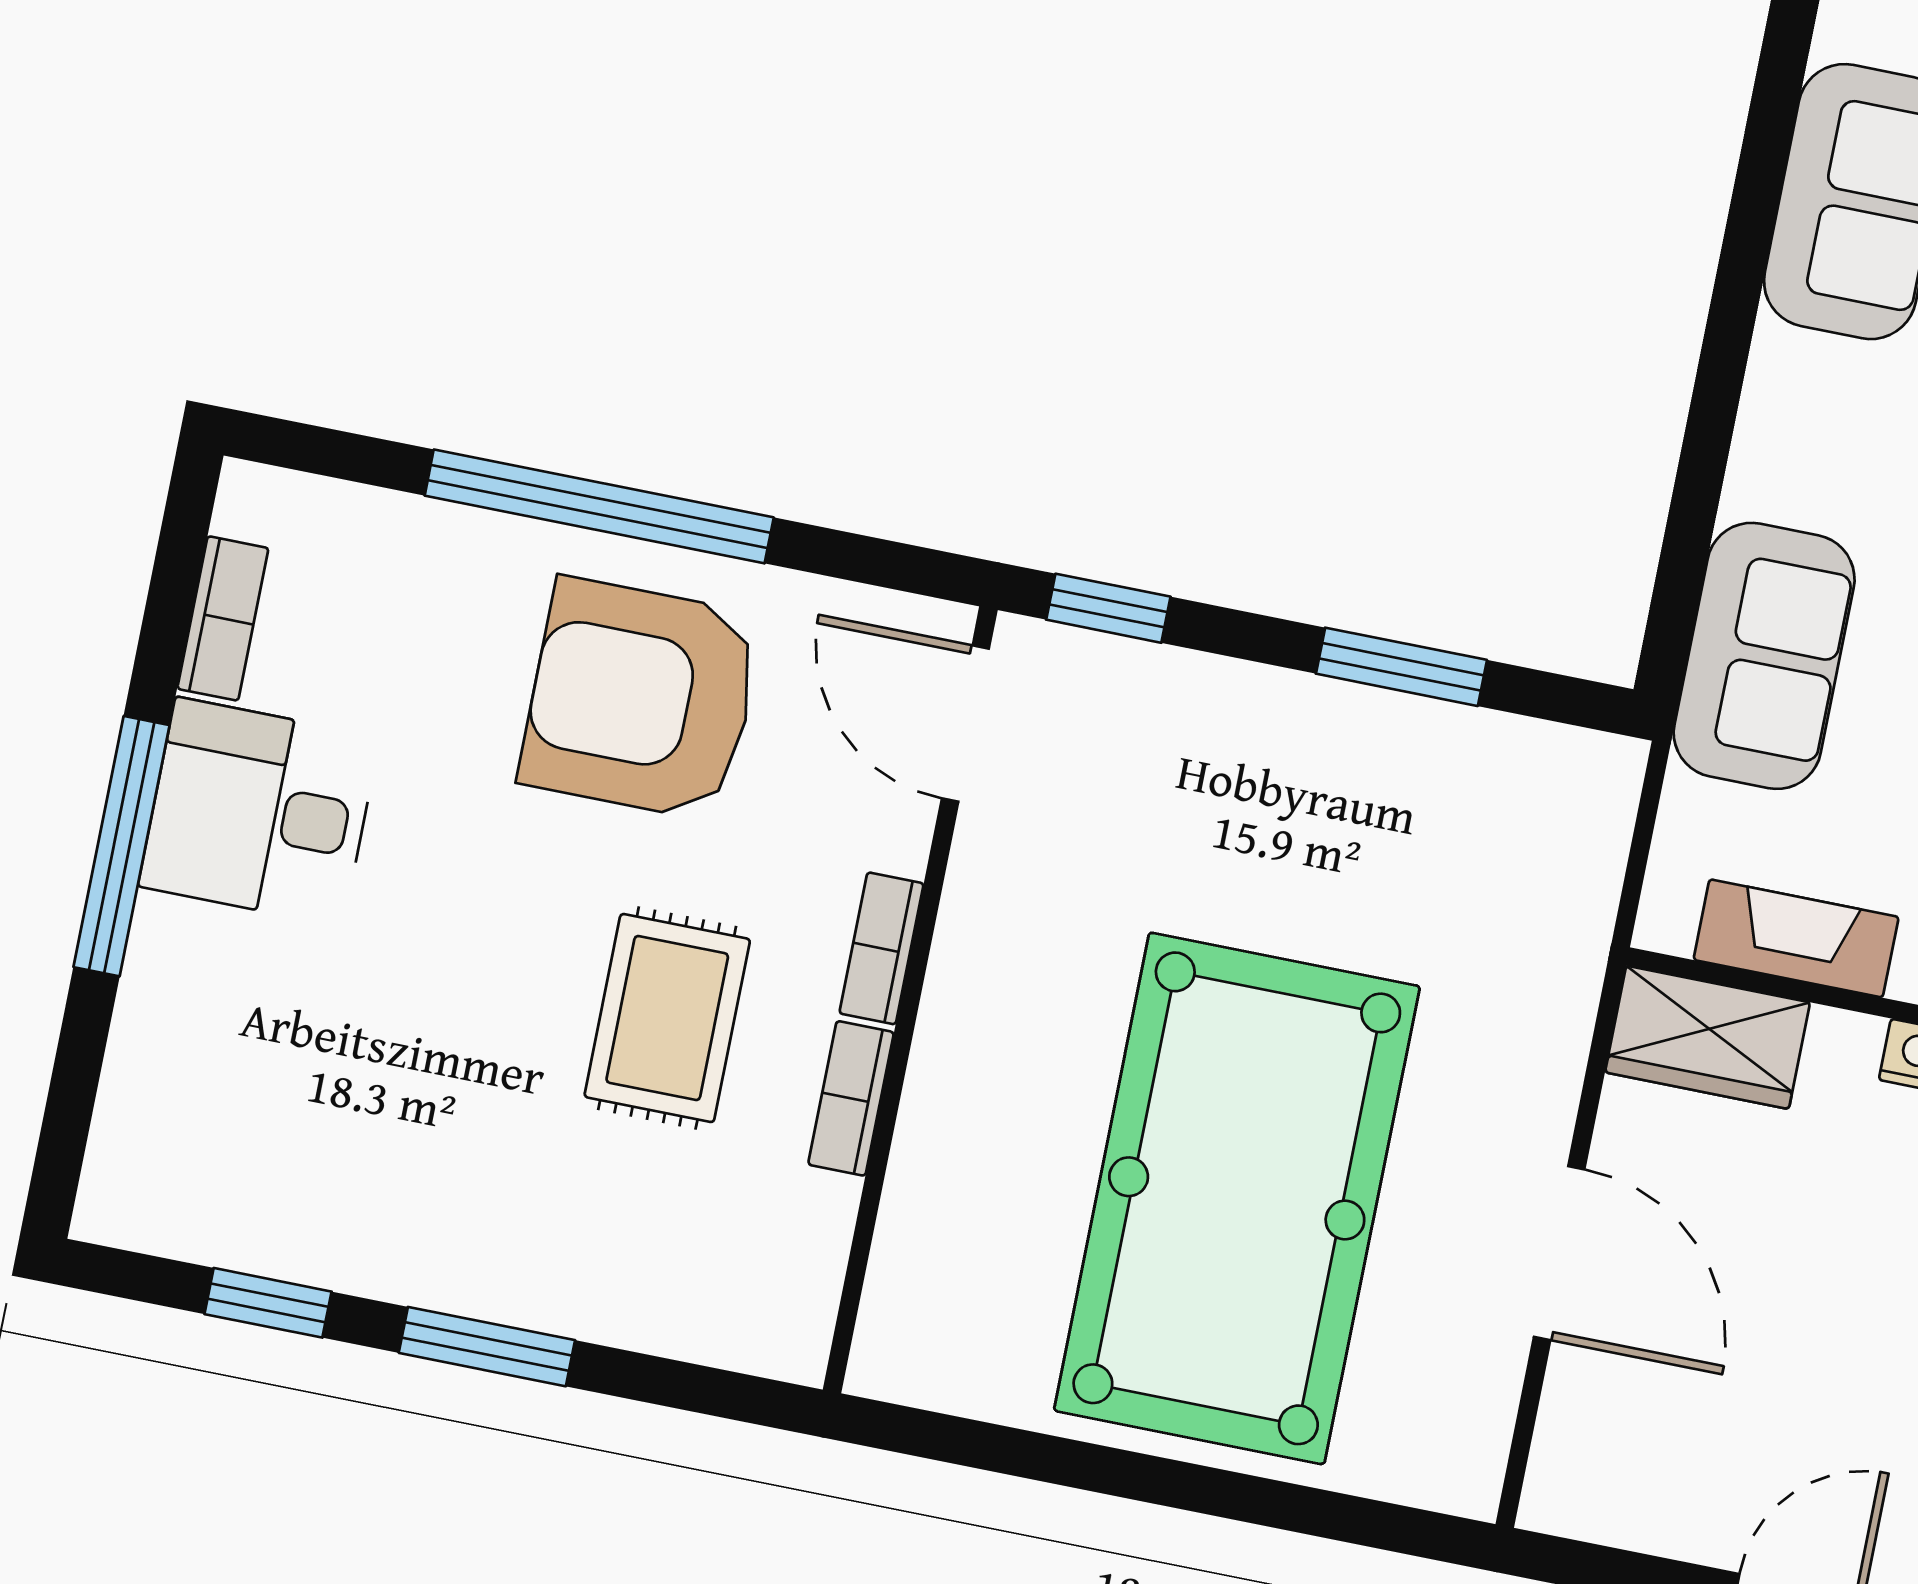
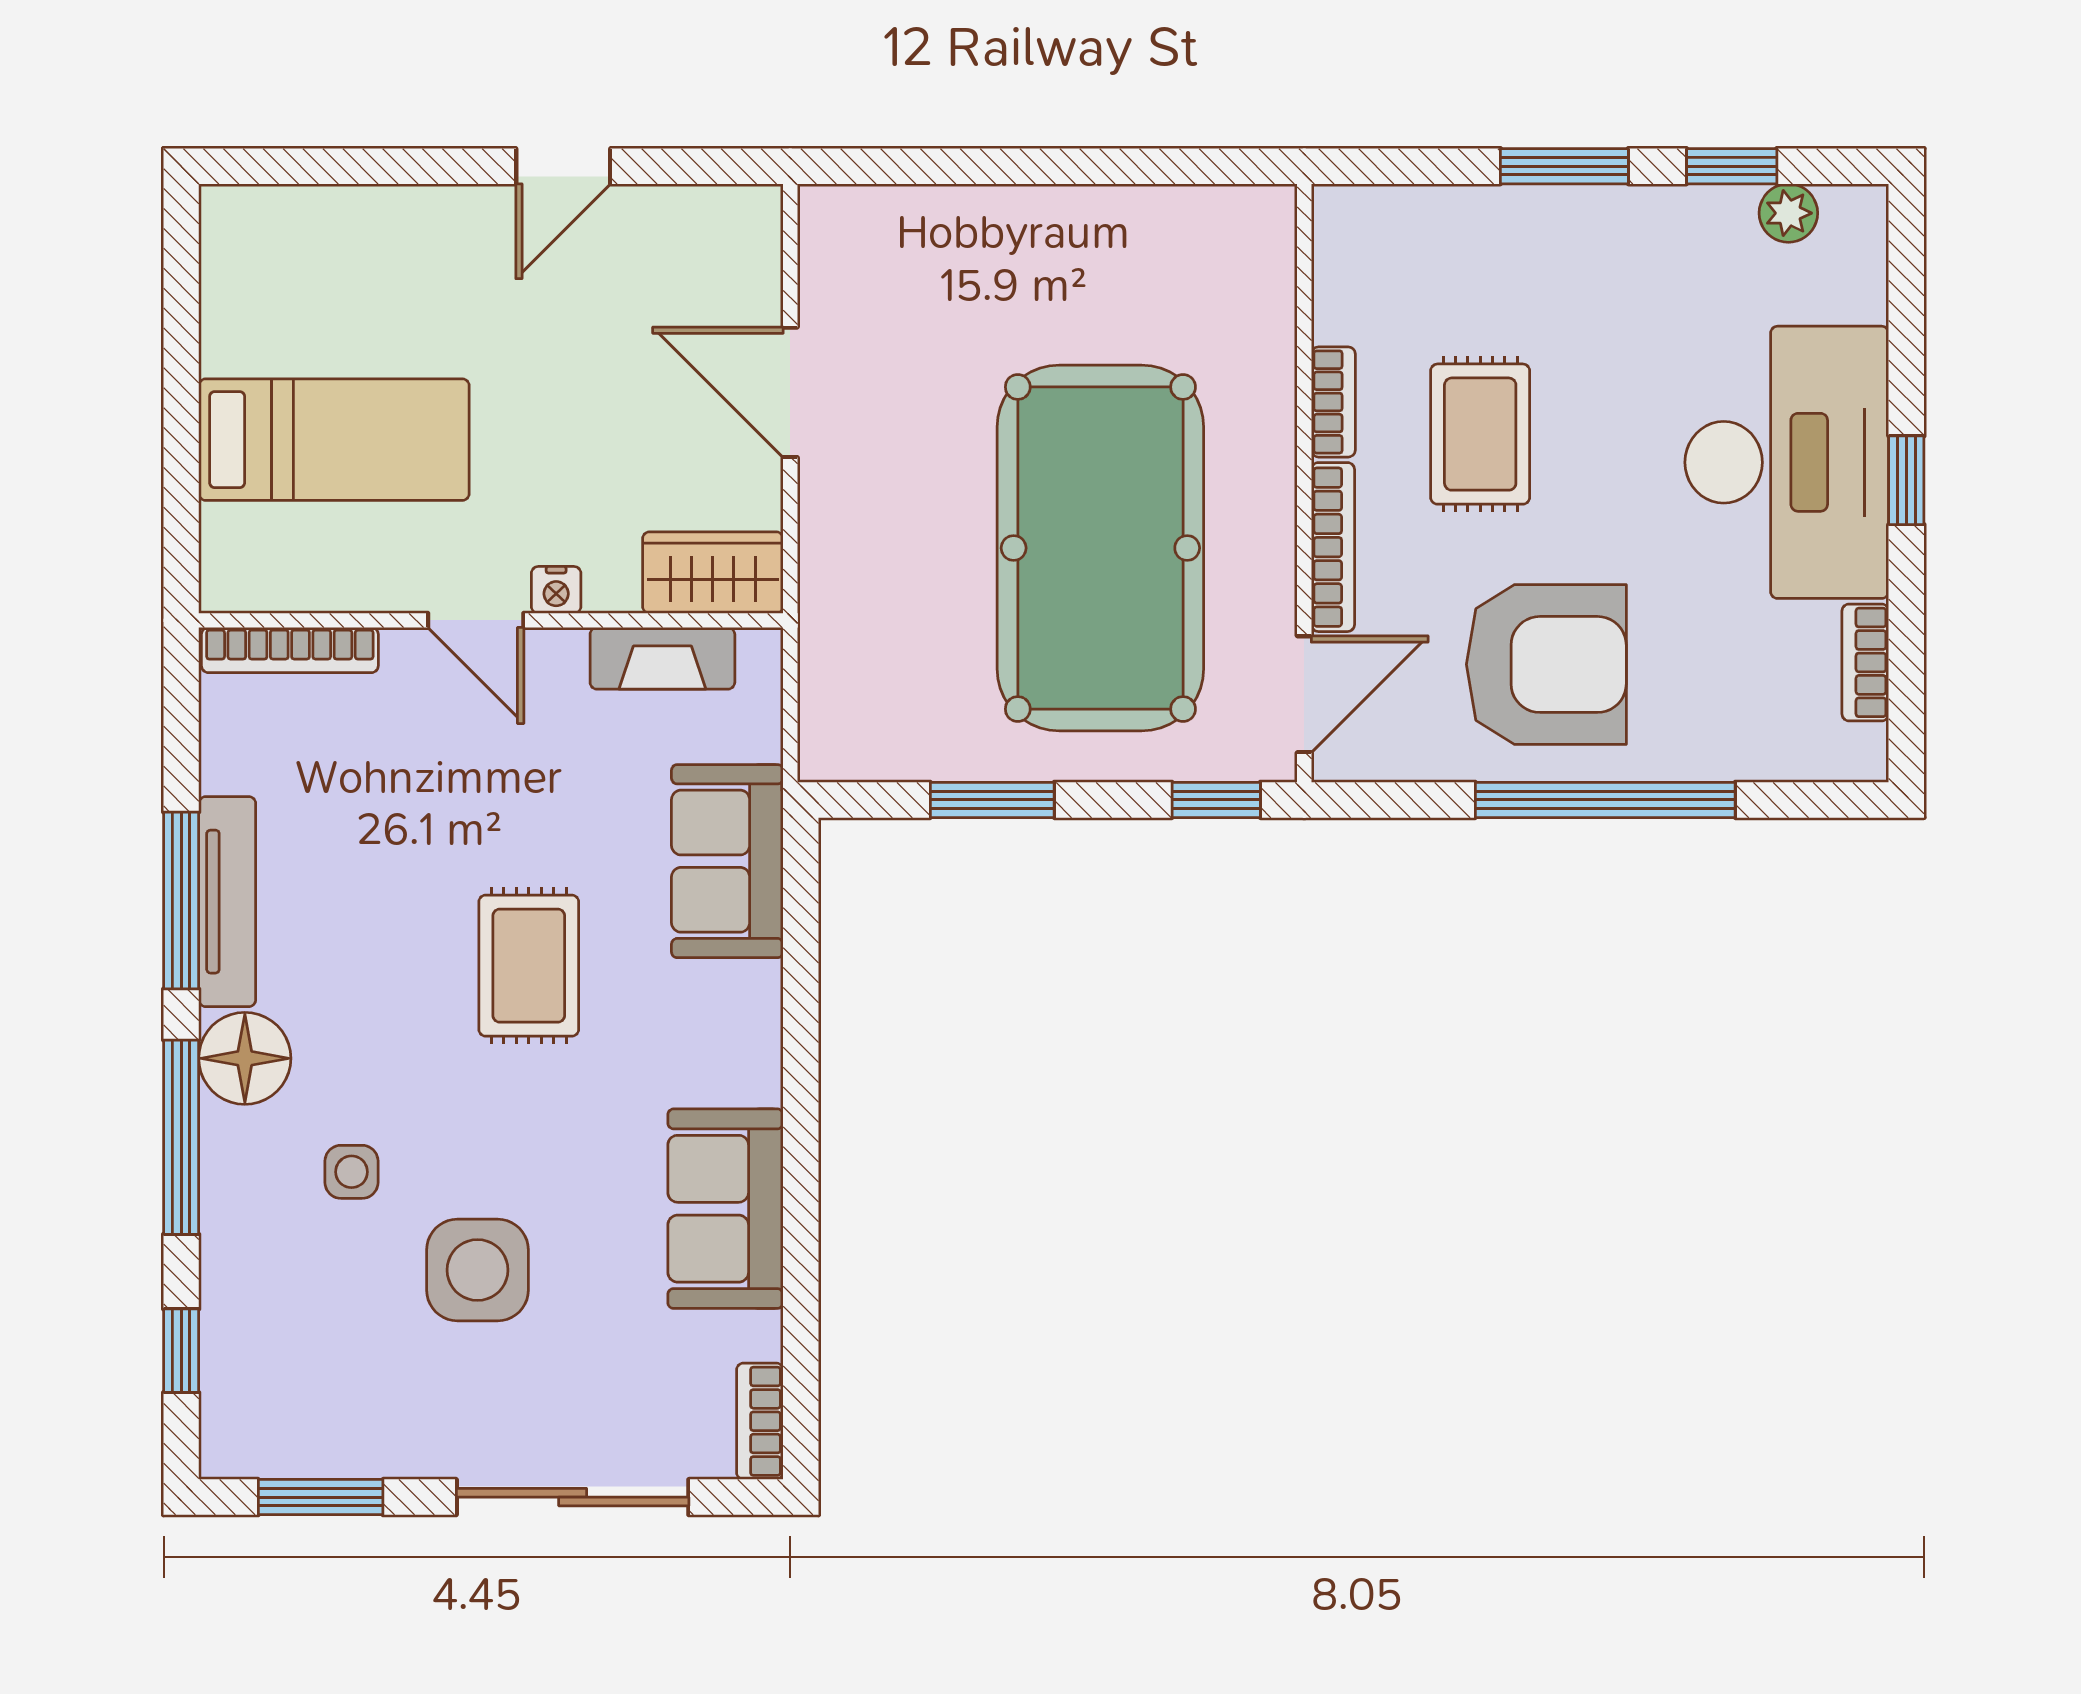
door: (965, 724) -> (1304, 694), hinge flipped
desk: (259, 812) -> (1787, 462), width x1.87, depth x1.30
window: (122, 846) -> (1906, 480), width x0.46
bookcase: (882, 948) -> (1333, 547), width x1.56
pool table: (1237, 1198) -> (1100, 548), moved
plant: (206, 1227) -> (1788, 213), added

